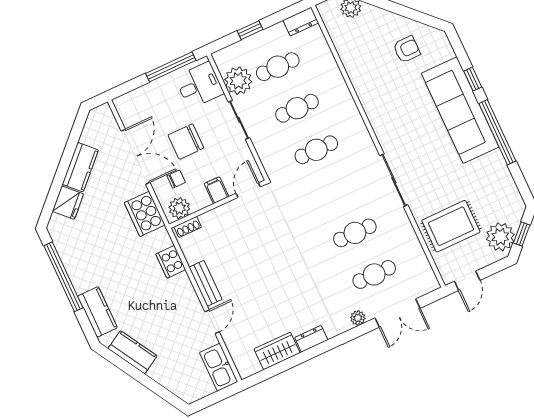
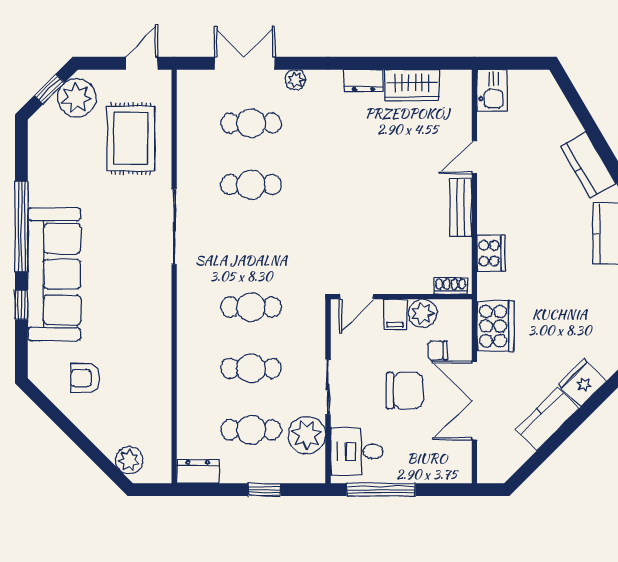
plant: (179, 208) -> (423, 313), moved
rug: (451, 226) -> (131, 139), turned 90
kitchen sink: (219, 367) -> (492, 90), width x0.73

